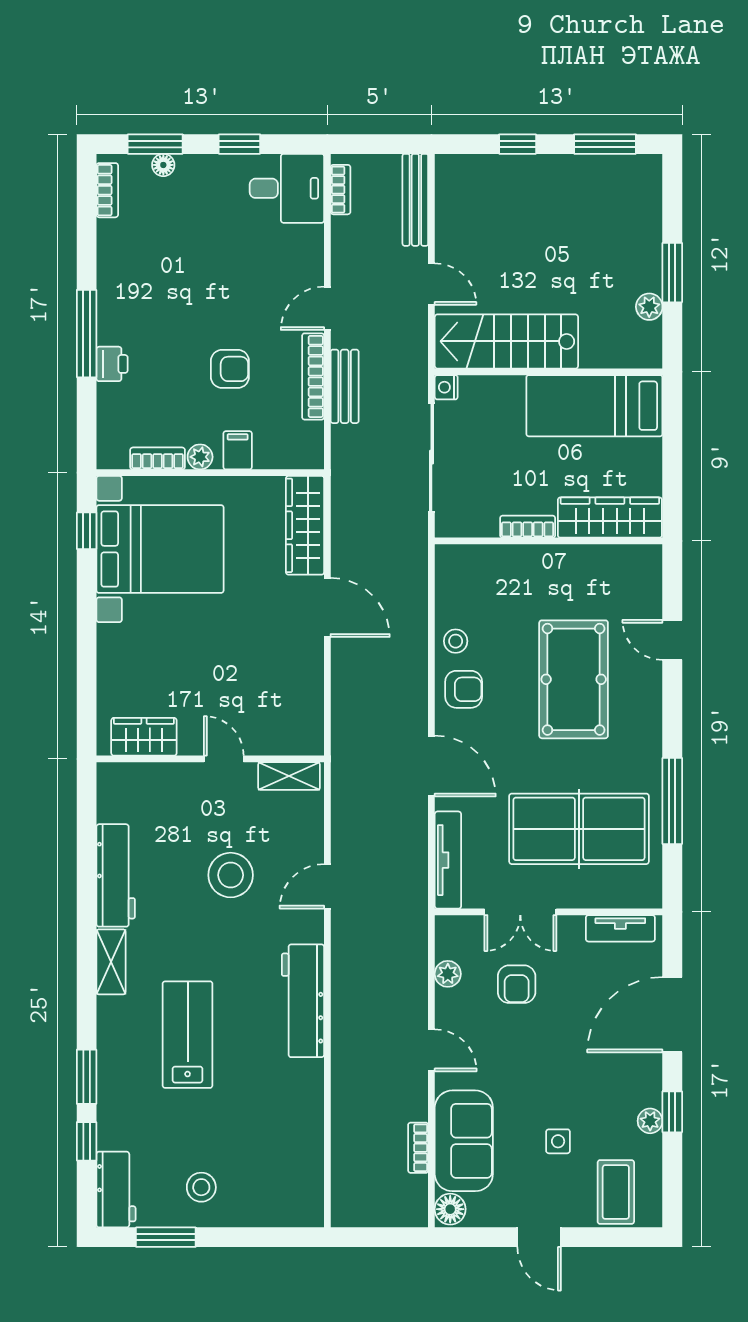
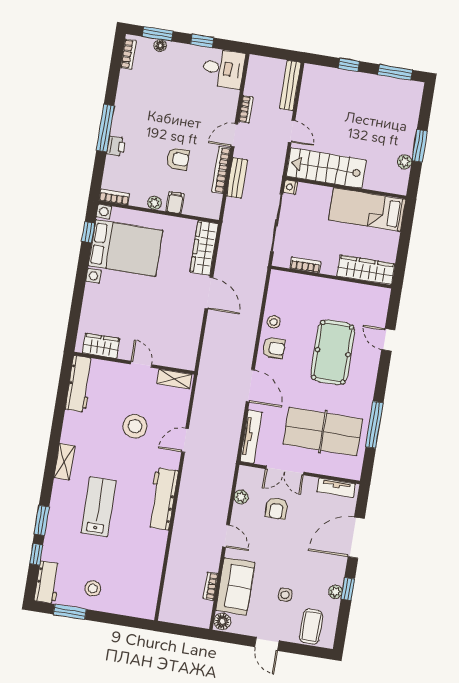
bookcase: (341, 190) -> (246, 109), moved
bookcase: (158, 458) -> (114, 197), moved
bookcase: (528, 527) -> (305, 265), moved
workbench: (116, 875) -> (80, 384), moved

